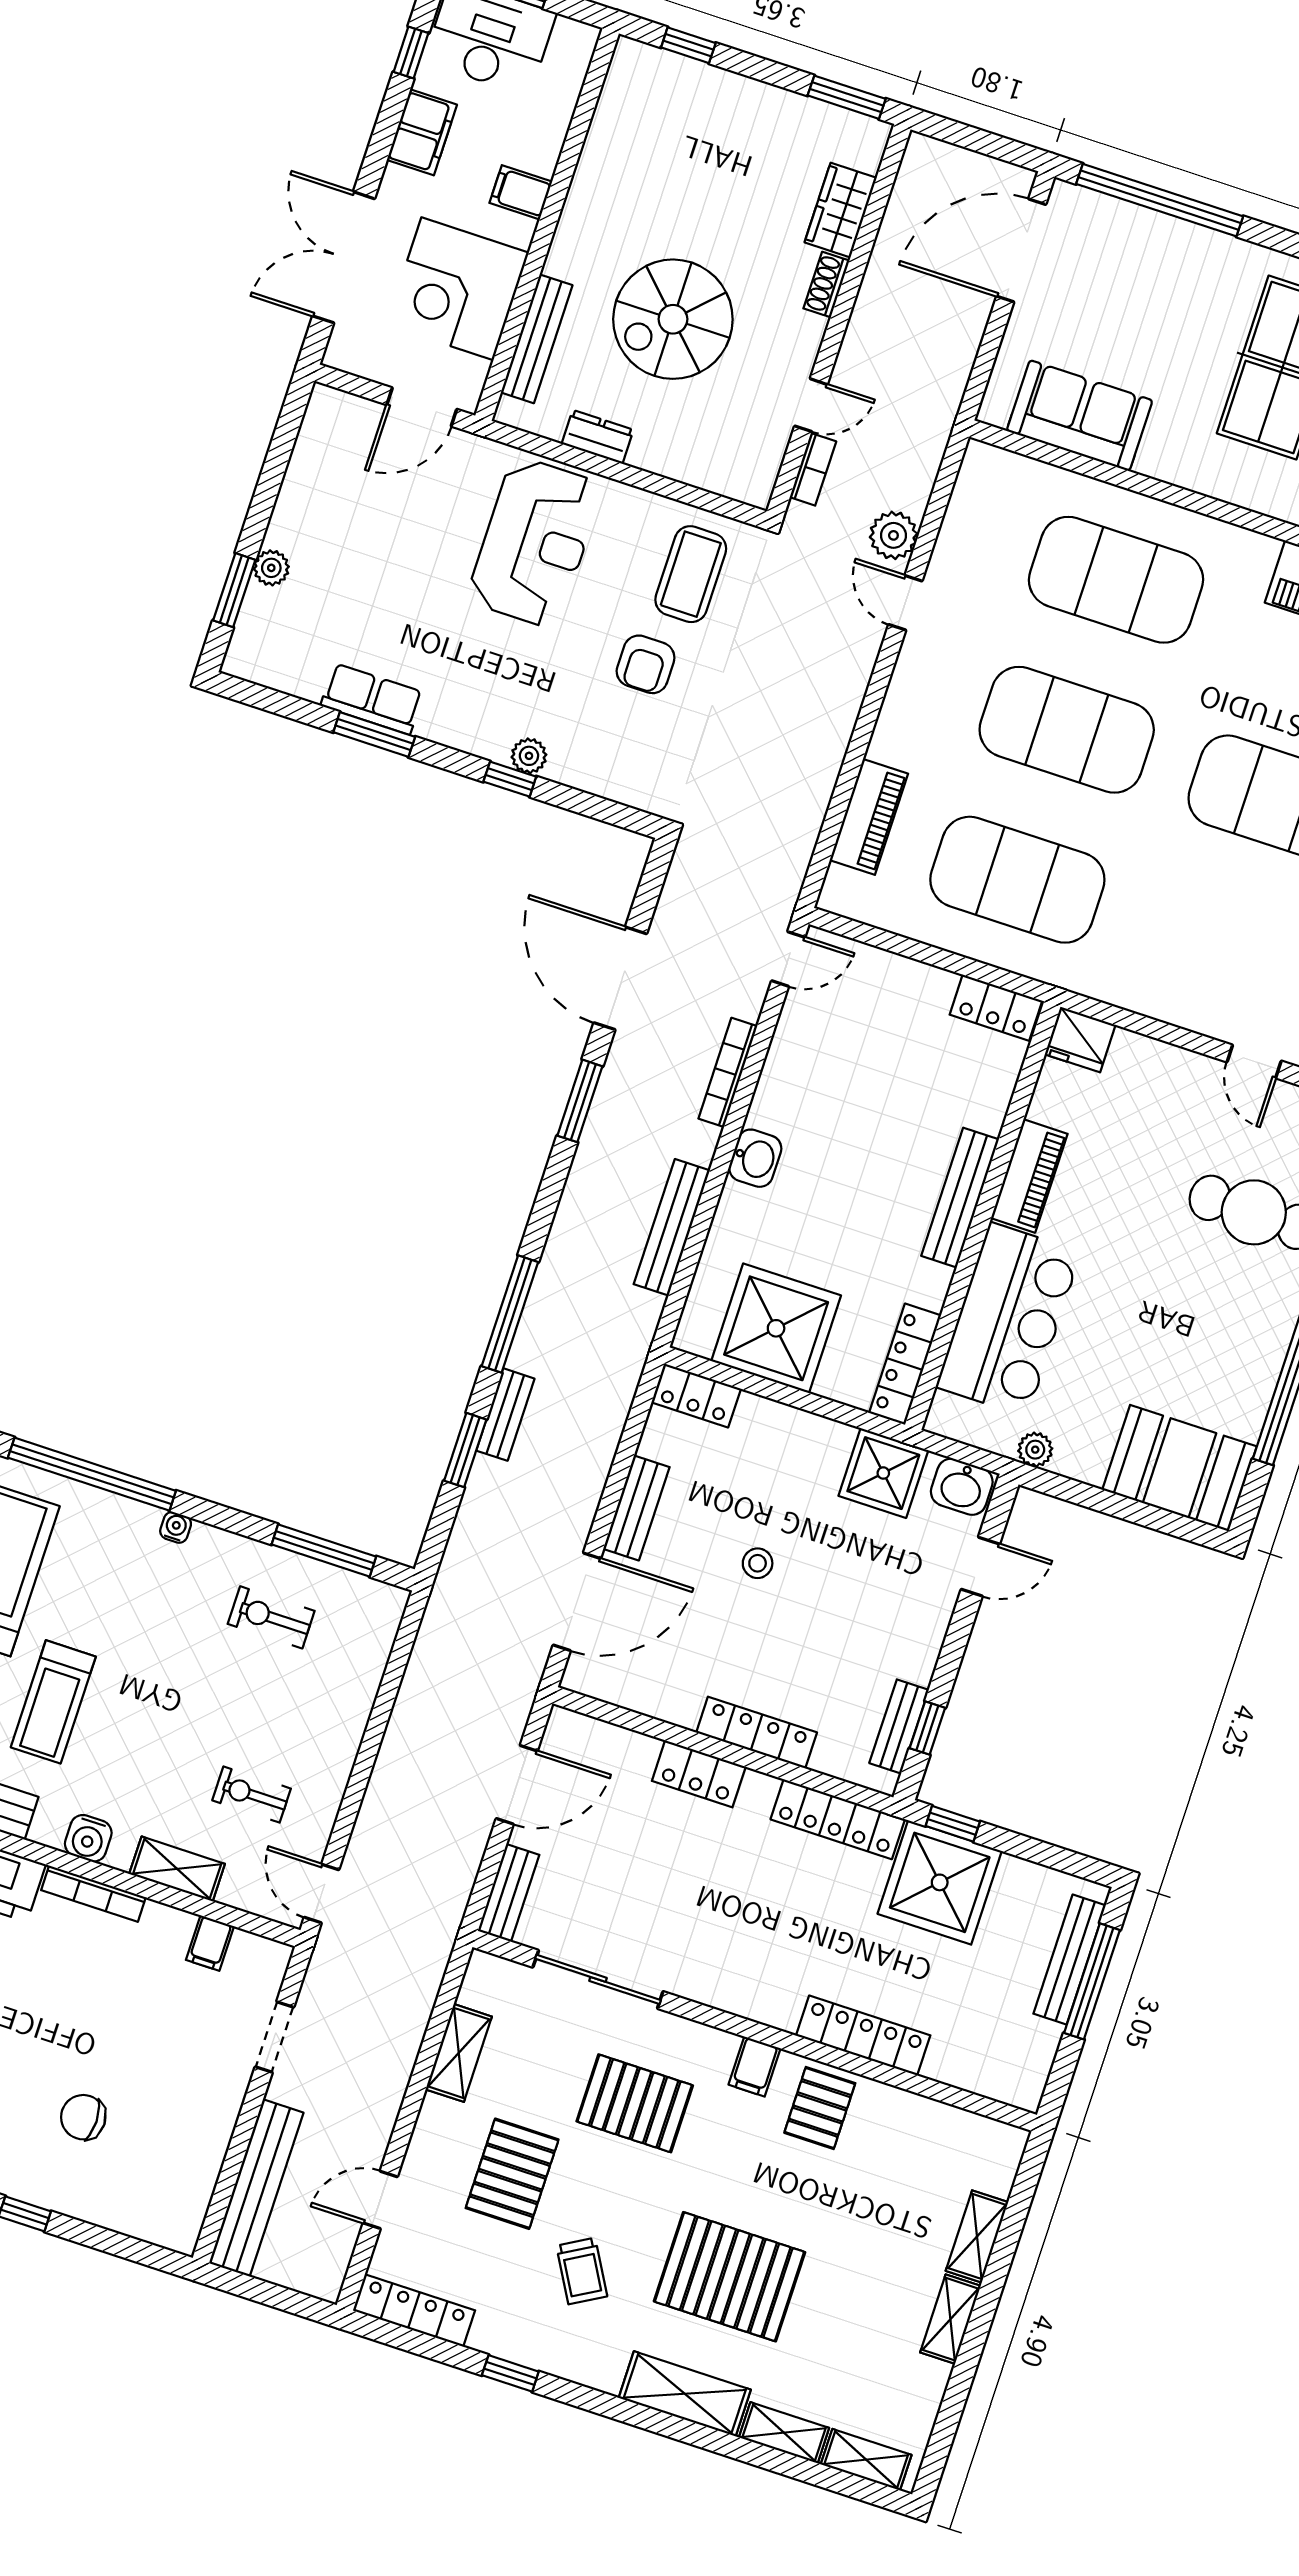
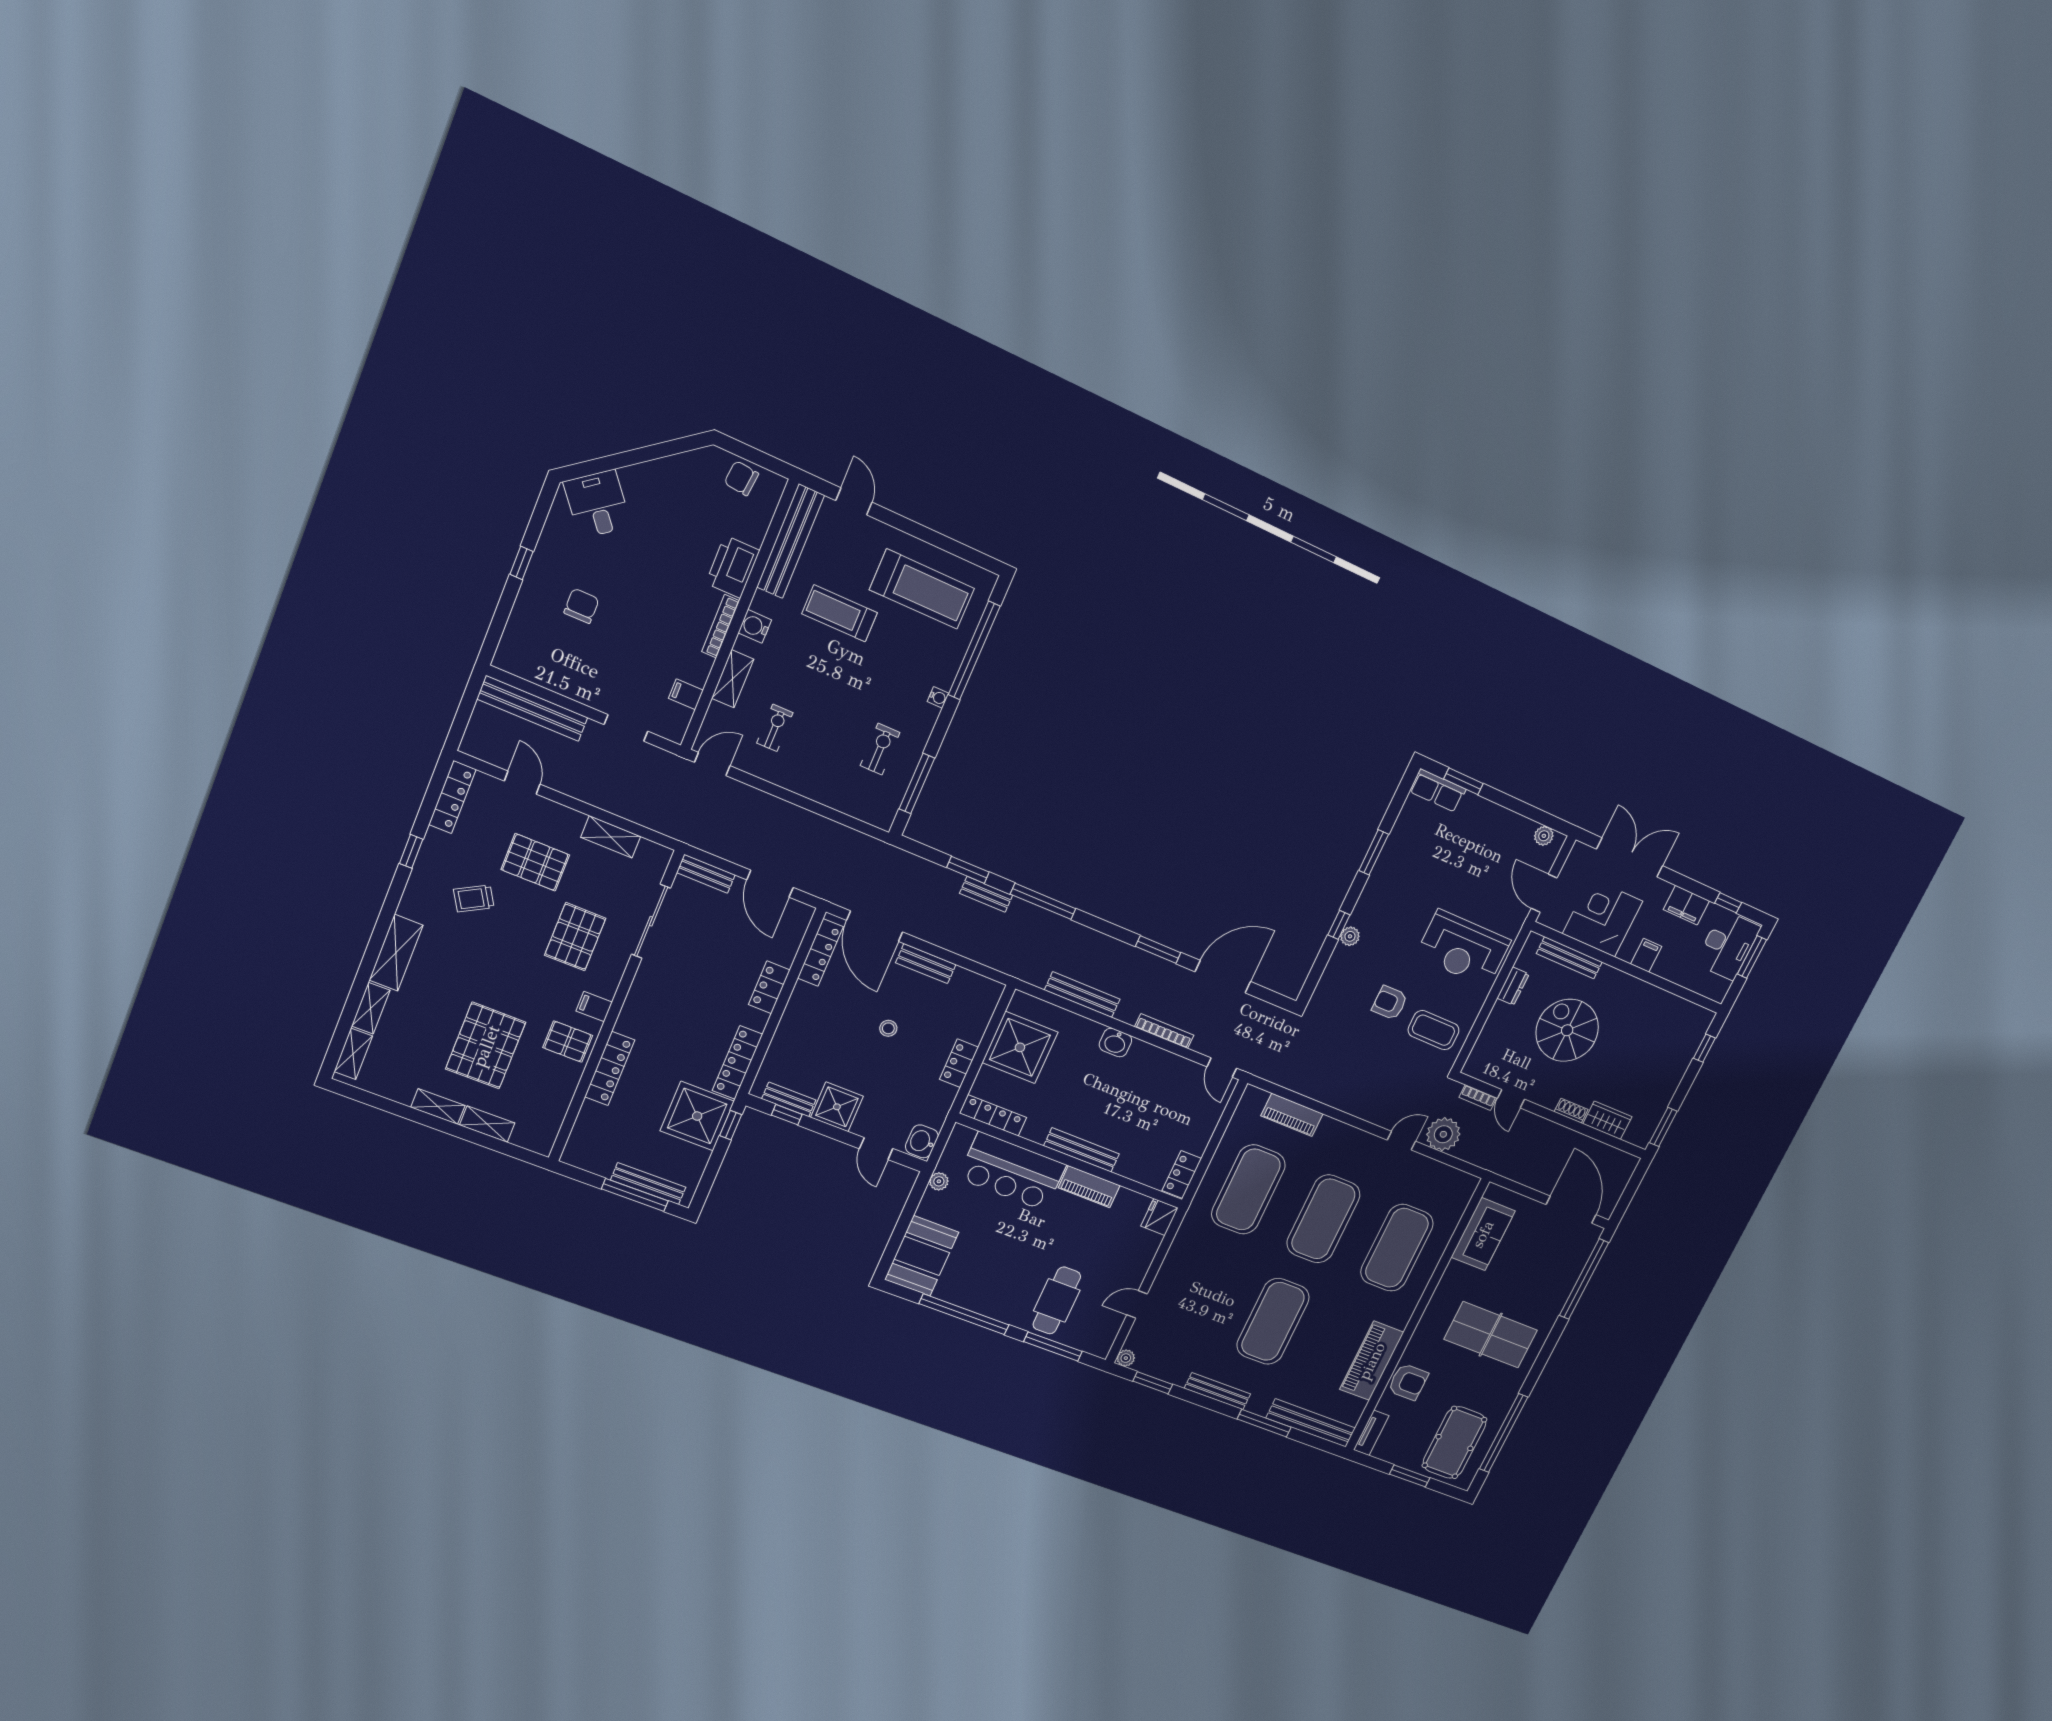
plant: (893, 535) -> (1443, 1134), width x1.36, depth x1.36
plant: (271, 568) -> (1544, 836), moved
row of seats: (372, 699) -> (1438, 790), moved, turned 90
locker: (696, 1396) -> (959, 1063), moved
shower: (883, 1473) -> (837, 1107), moved
locker: (757, 1733) -> (820, 952), moved
pallet: (729, 2277) -> (486, 1046), moved

